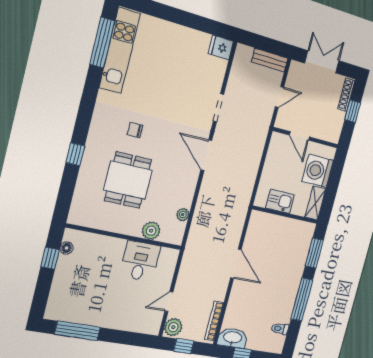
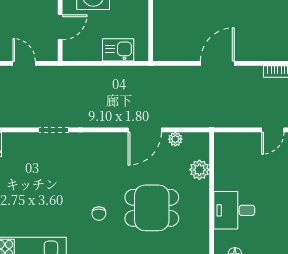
door: (206, 155) -> (145, 130), moved
kitchen sink: (280, 201) -> (118, 50), moved, turned 90
desk: (140, 261) -> (234, 210), moved
door: (169, 302) -> (273, 130), hinge flipped

